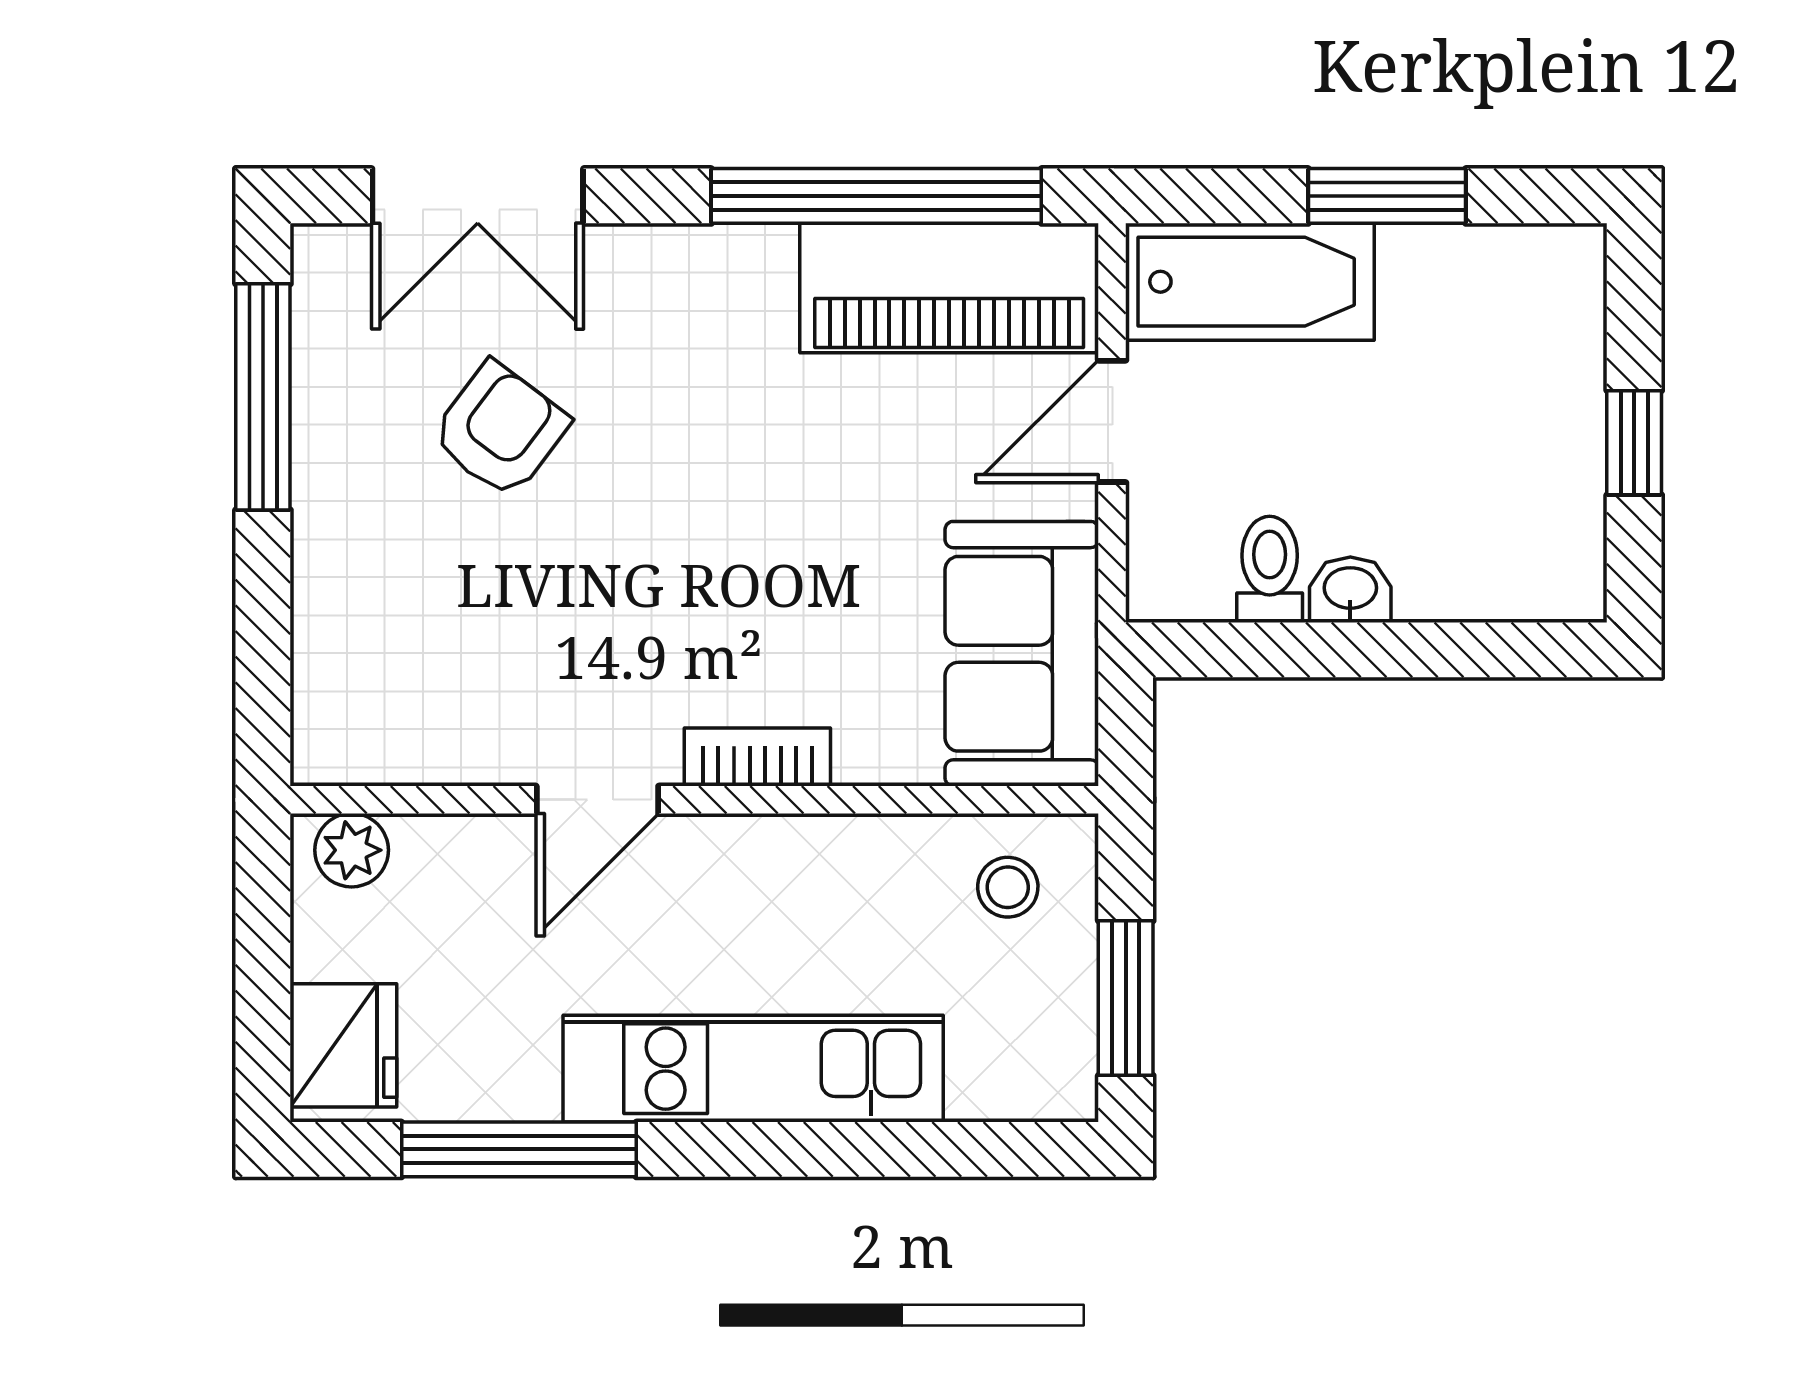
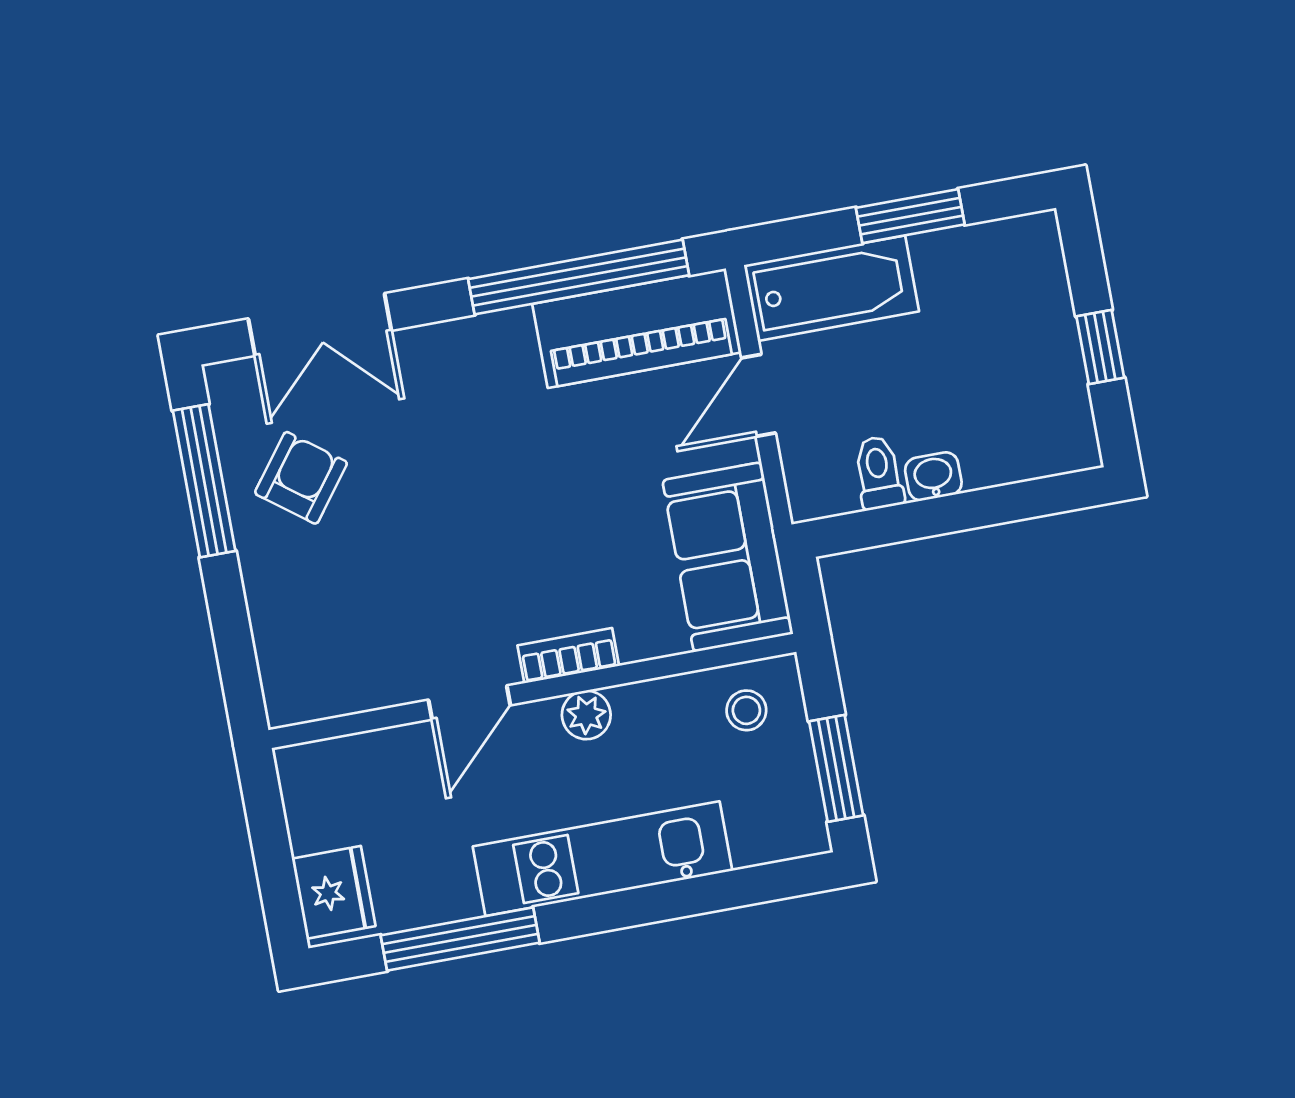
armchair: (500, 430) -> (301, 478), moved
plant: (352, 850) -> (586, 715), moved

